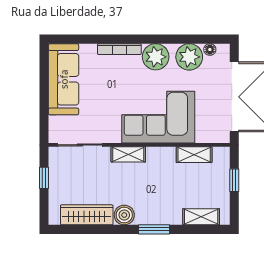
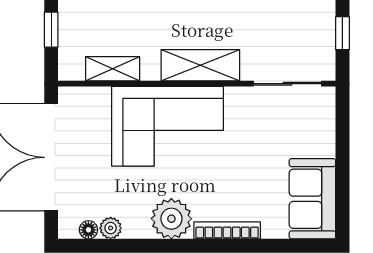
plant: (189, 57) -> (111, 228), width x0.53, depth x0.53
sofa: (64, 79) -> (312, 199), width x0.73
shelving: (128, 154) -> (200, 65), width x1.50, depth x1.33

